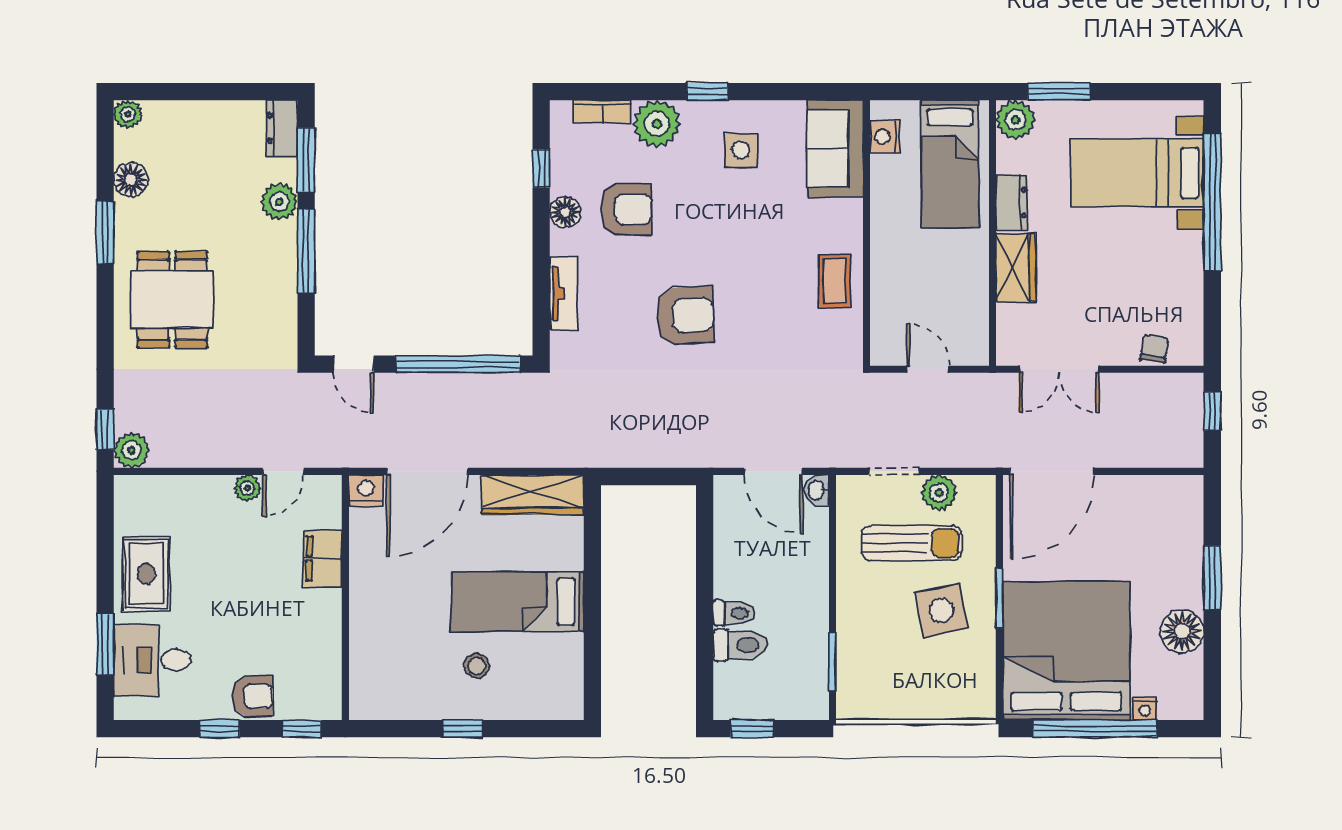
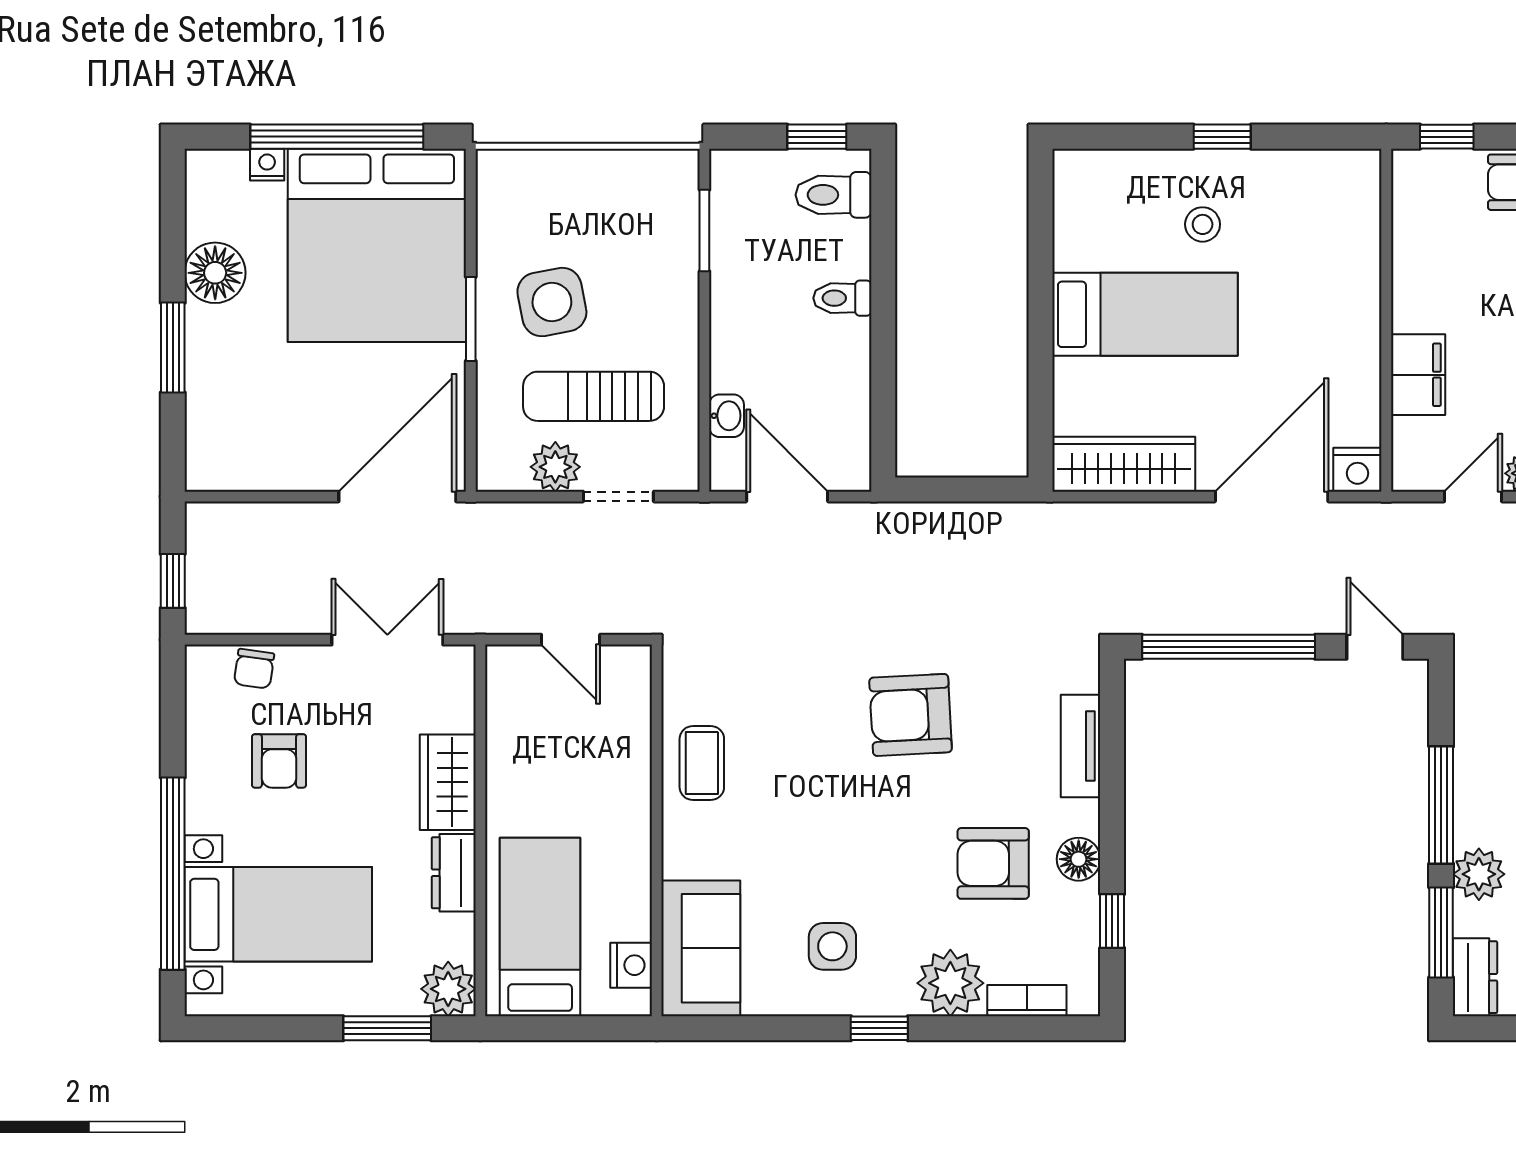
armchair: (1136, 283) -> (279, 761), added
washbasin: (817, 490) -> (726, 416), moved
toilet: (740, 645) -> (833, 195), moved

